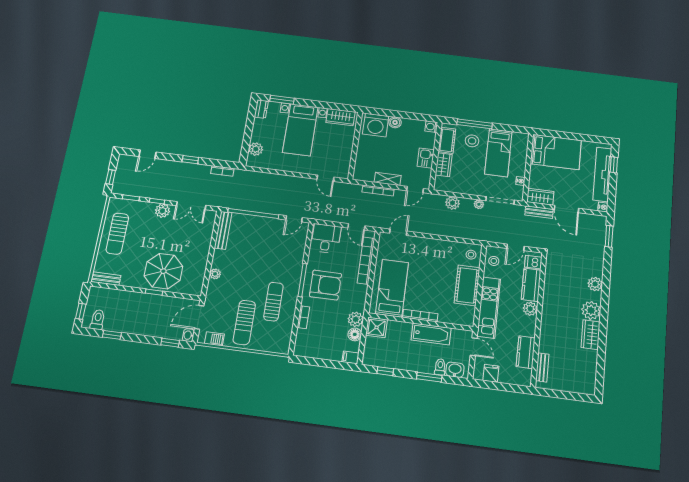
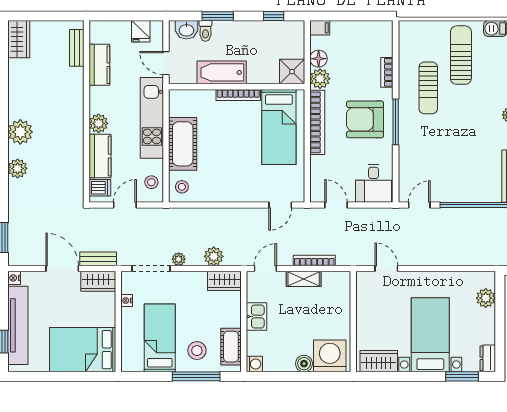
wardrobe: (444, 165) -> (224, 281), moved, turned -90
bookcase: (366, 261) -> (317, 122), moved
wardrobe: (591, 335) -> (19, 39), moved

